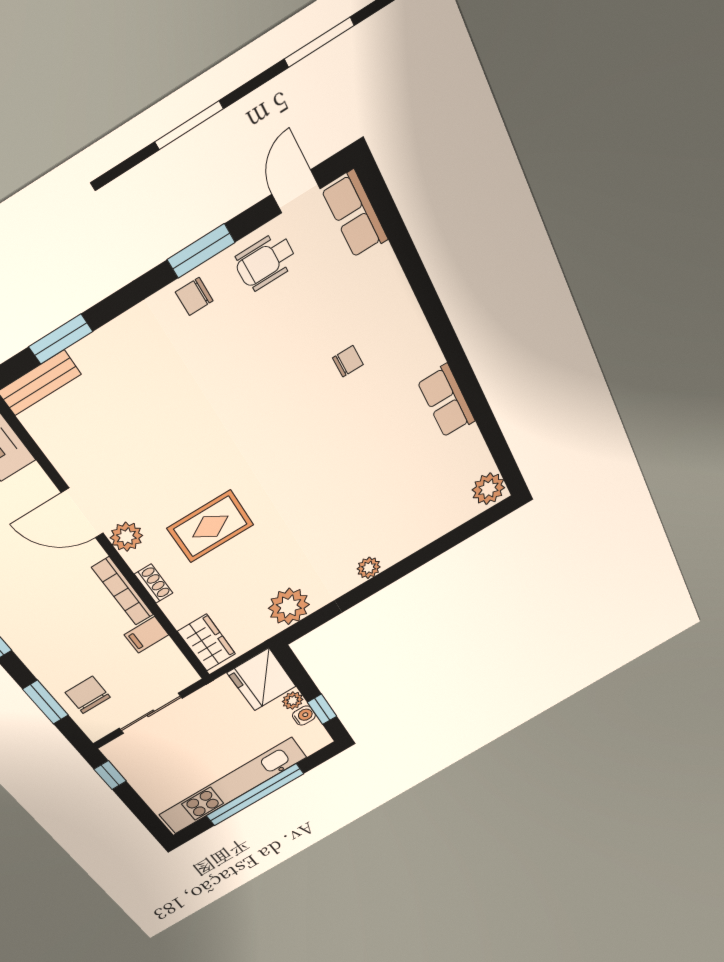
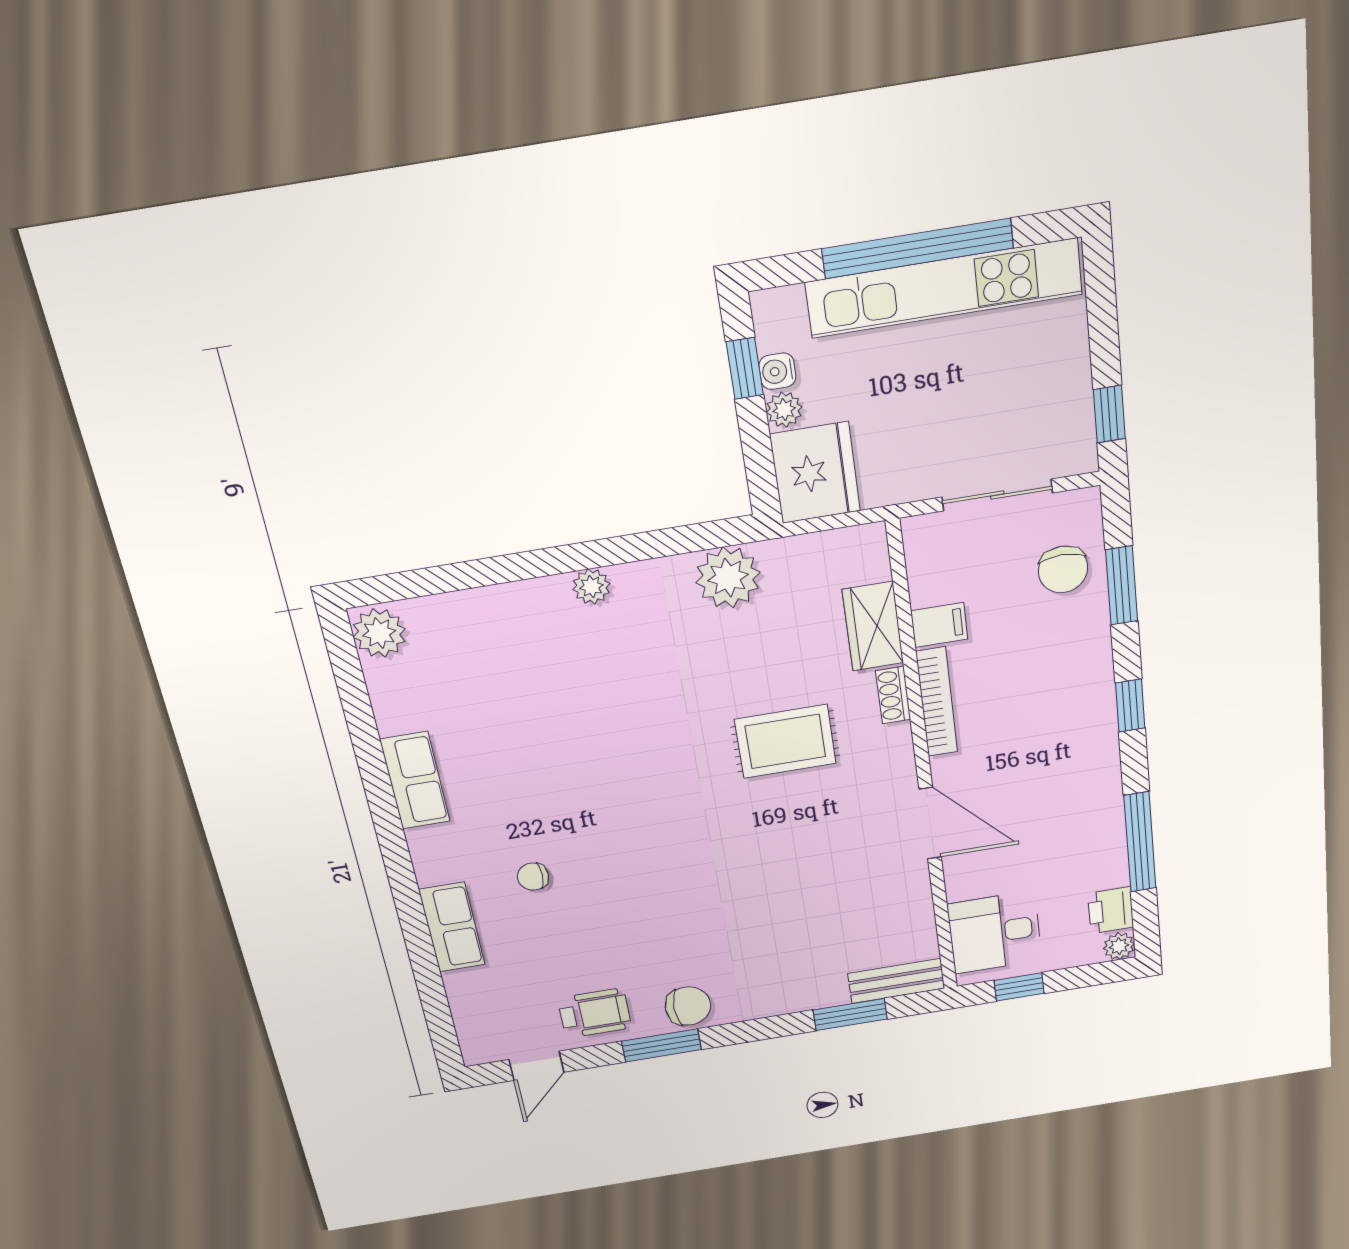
row of seats: (355, 215) -> (452, 927), moved
chair: (194, 296) -> (688, 1006), width x1.37, depth x1.37
plant: (126, 537) -> (895, 772), removed
wardrobe: (207, 643) -> (873, 626), moved

